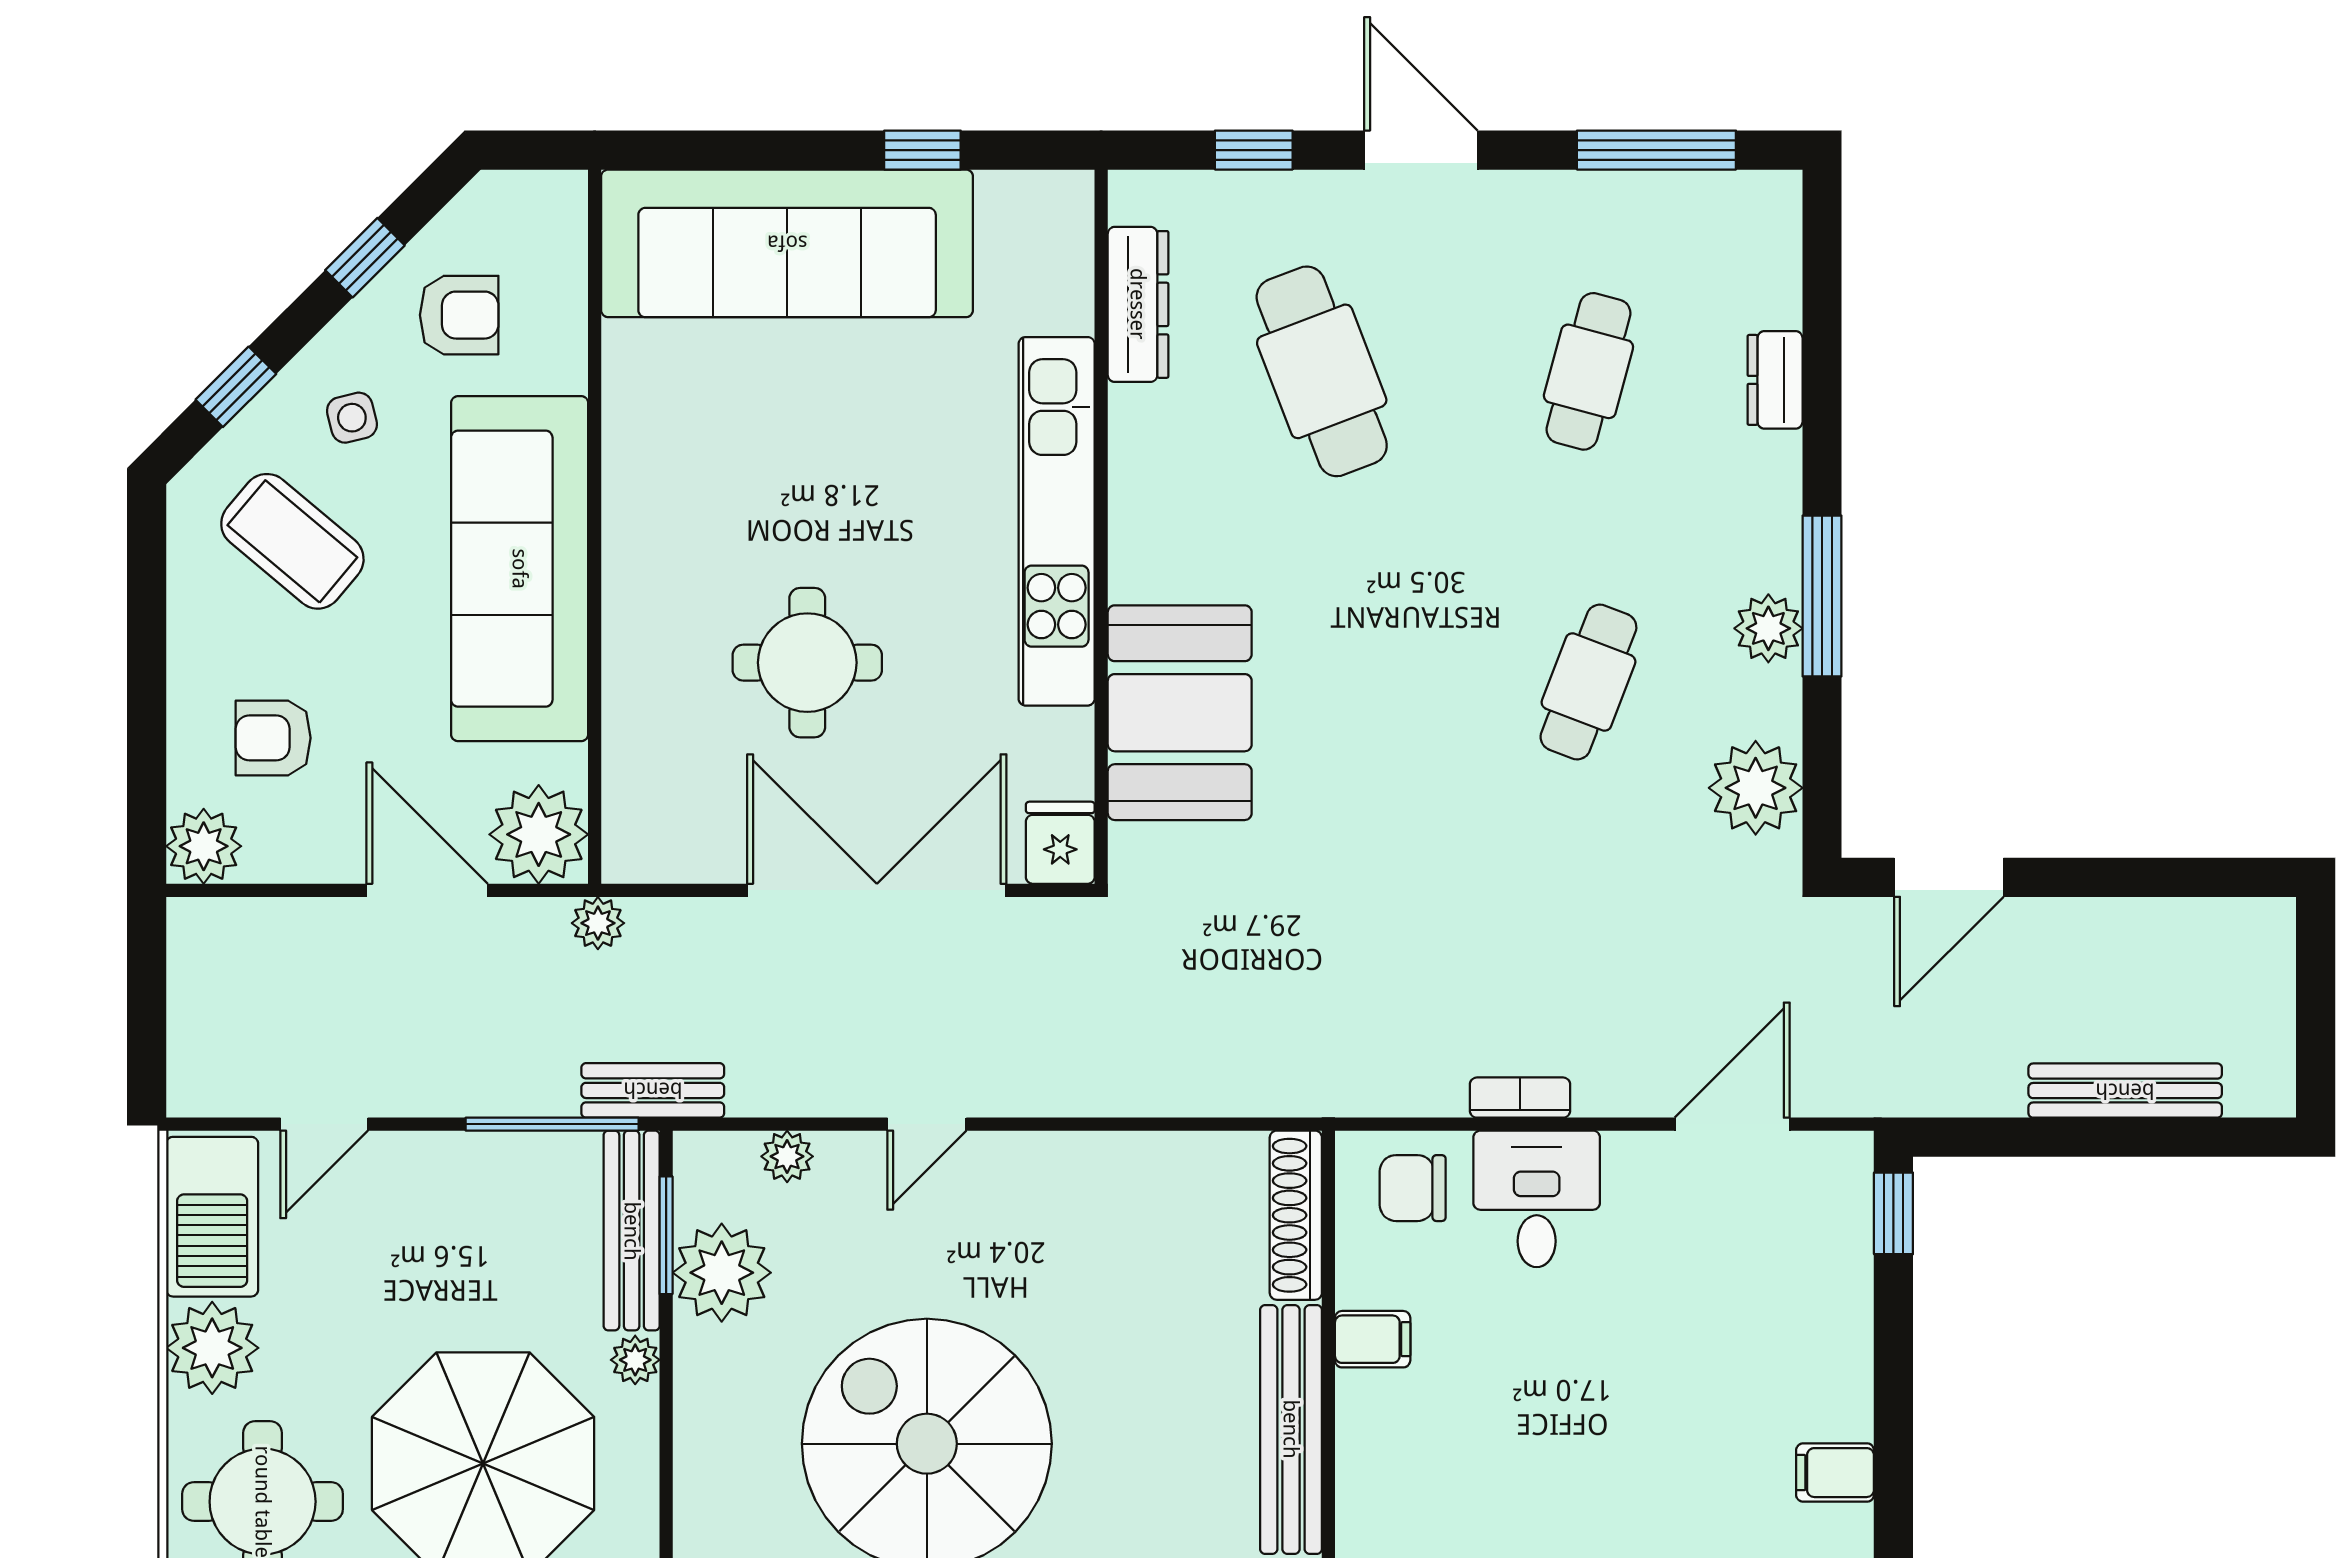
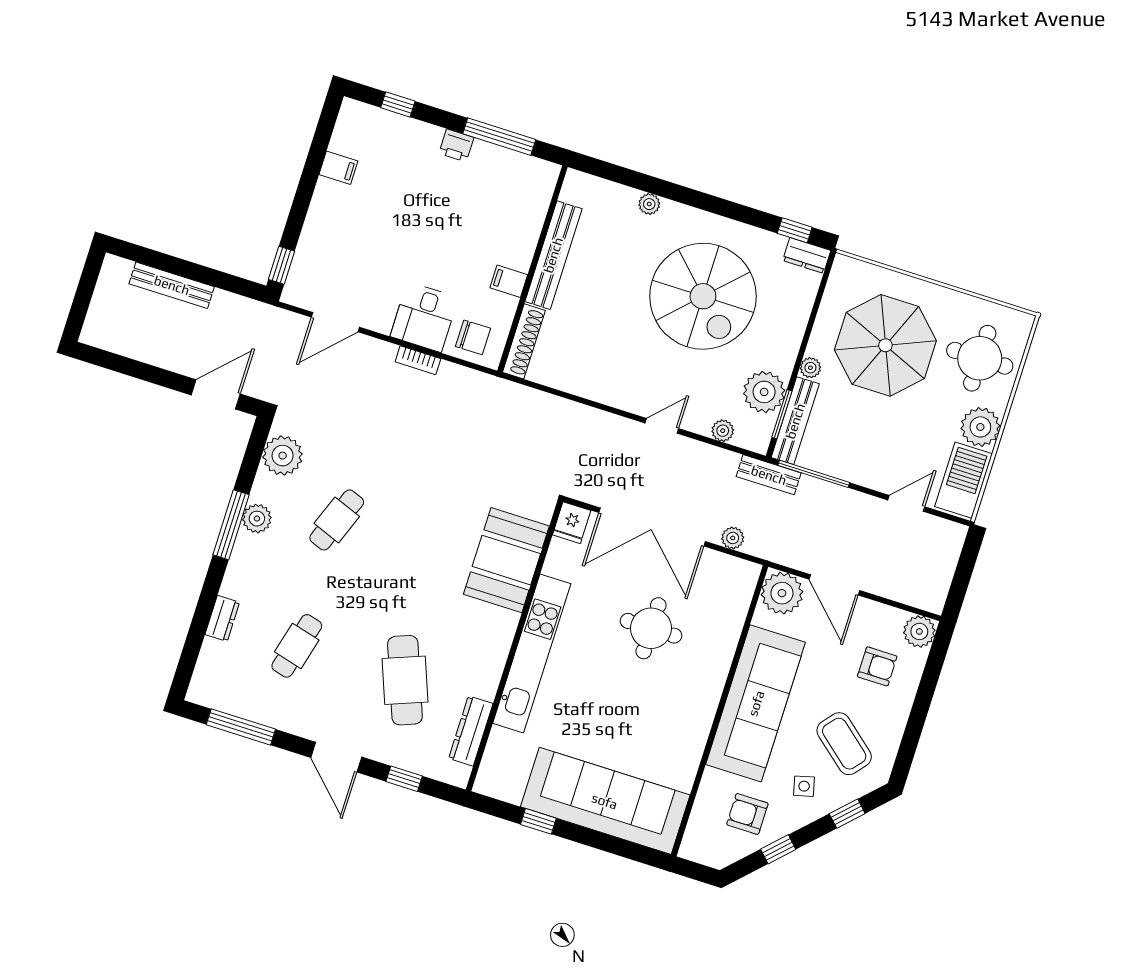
plant: (598, 923) -> (733, 538), moved

